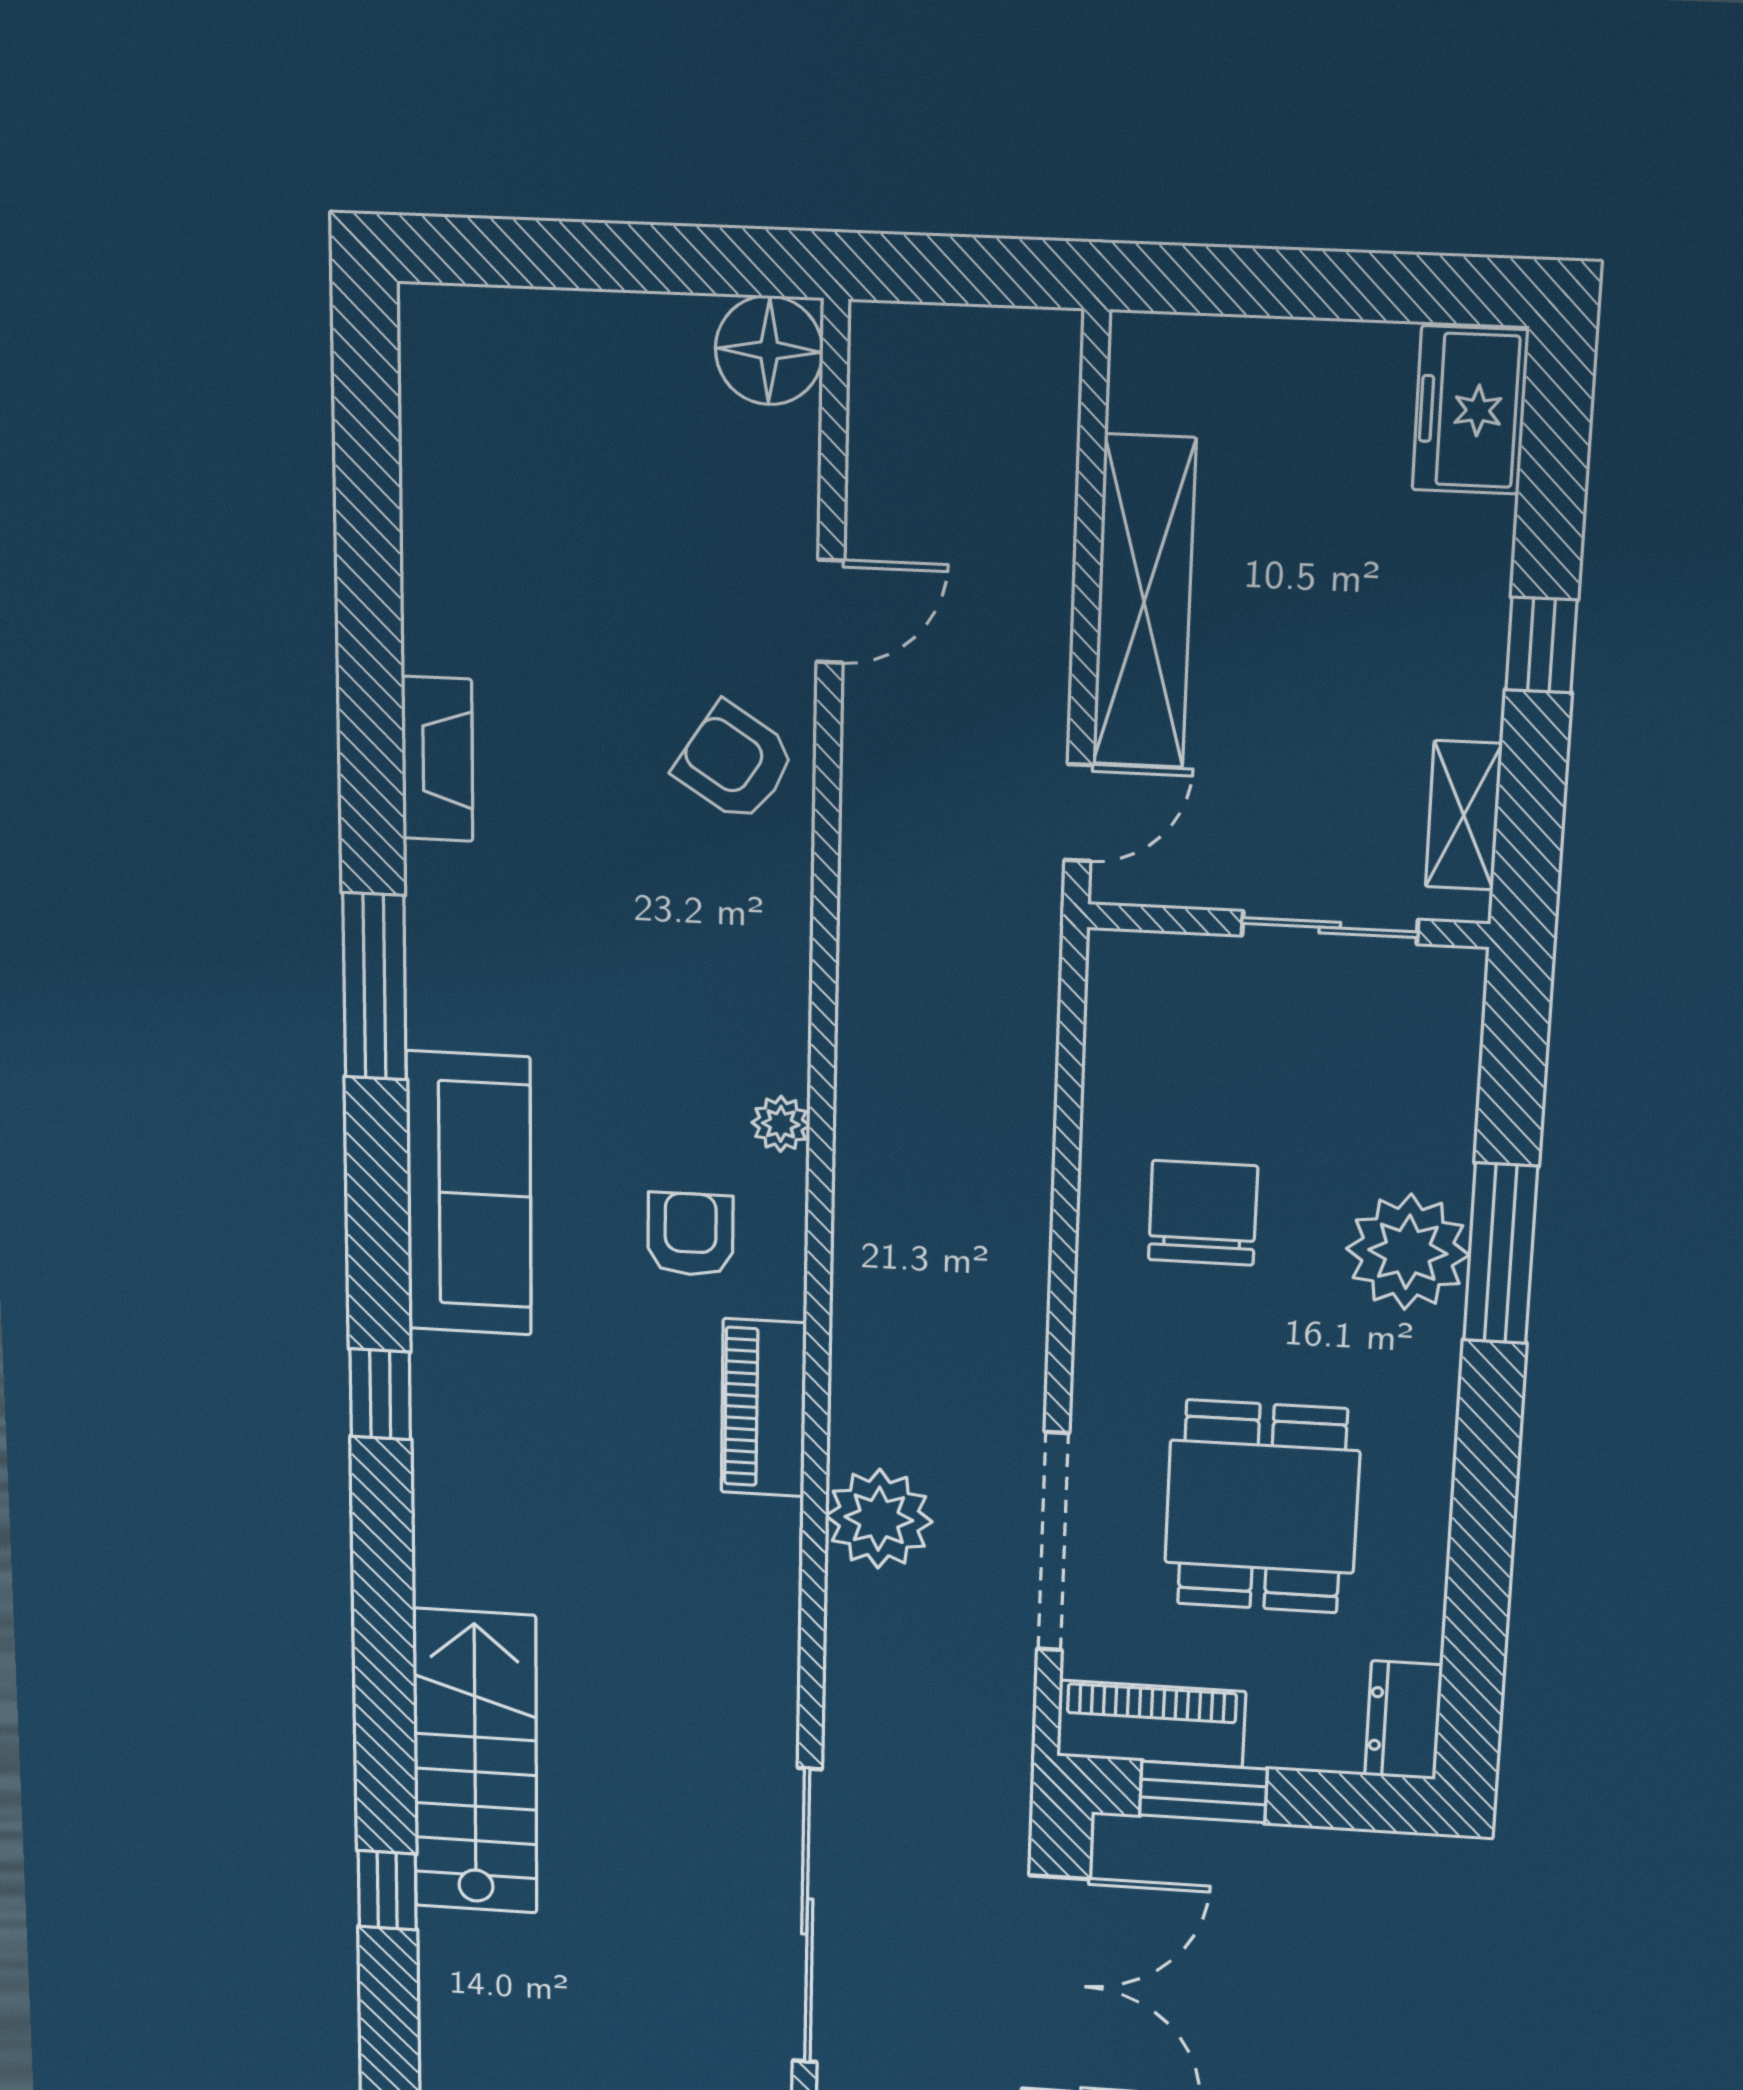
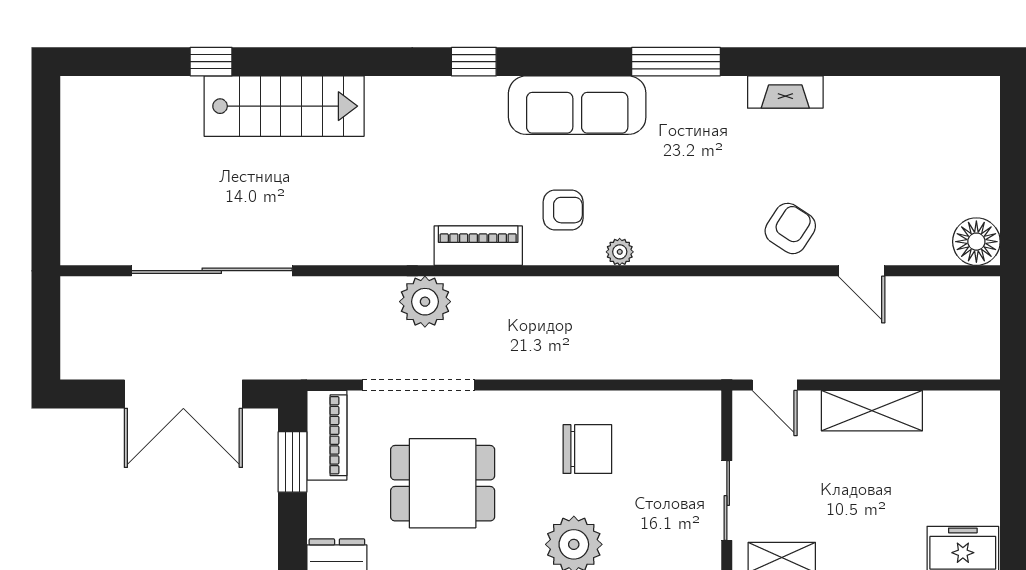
shelving: (1144, 602) -> (872, 411), width x0.68

